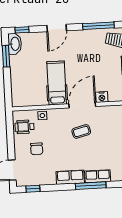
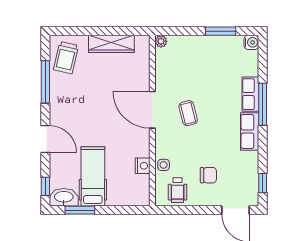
hospital bed: (57, 83) -> (93, 176), moved, turned 90
nightstand: (102, 97) -> (143, 166), moved

